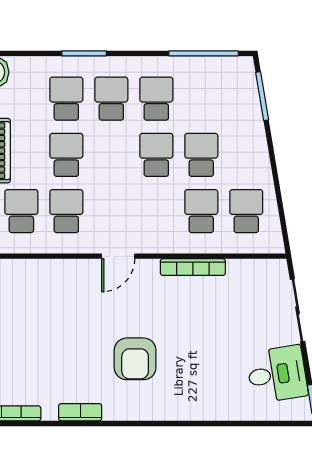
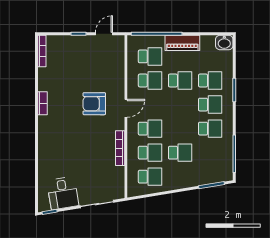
school desk: (156, 155) -> (150, 129), moved
door: (118, 256) -> (126, 108), swing flipped
armchair: (135, 359) -> (94, 104), moved
bookcase: (80, 412) -> (42, 103), moved

